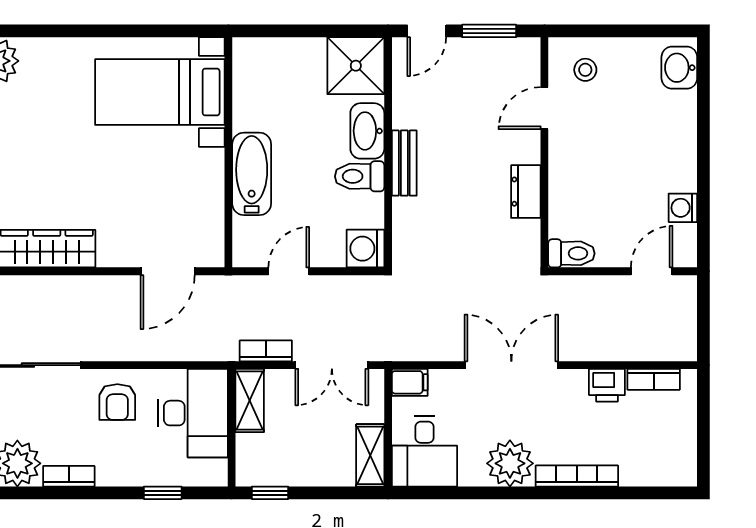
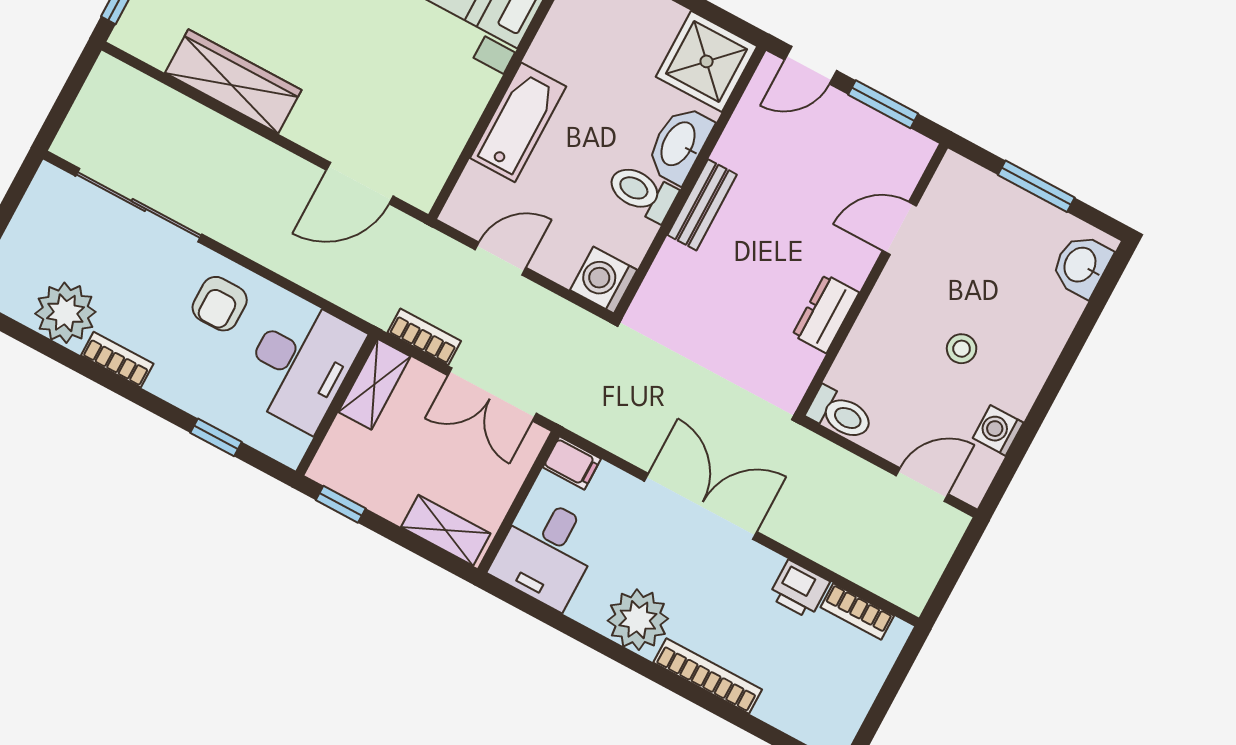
window: (621, 31) -> (1036, 186), added
stool: (585, 70) -> (962, 349), moved
shelving: (370, 455) -> (446, 530), moved, turned 90

